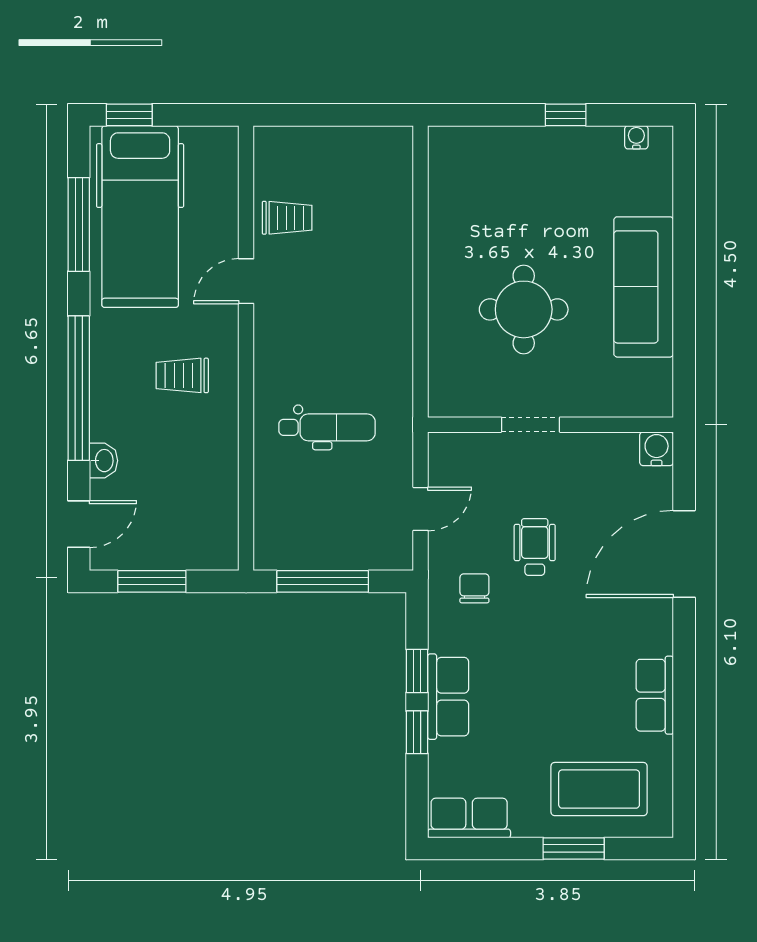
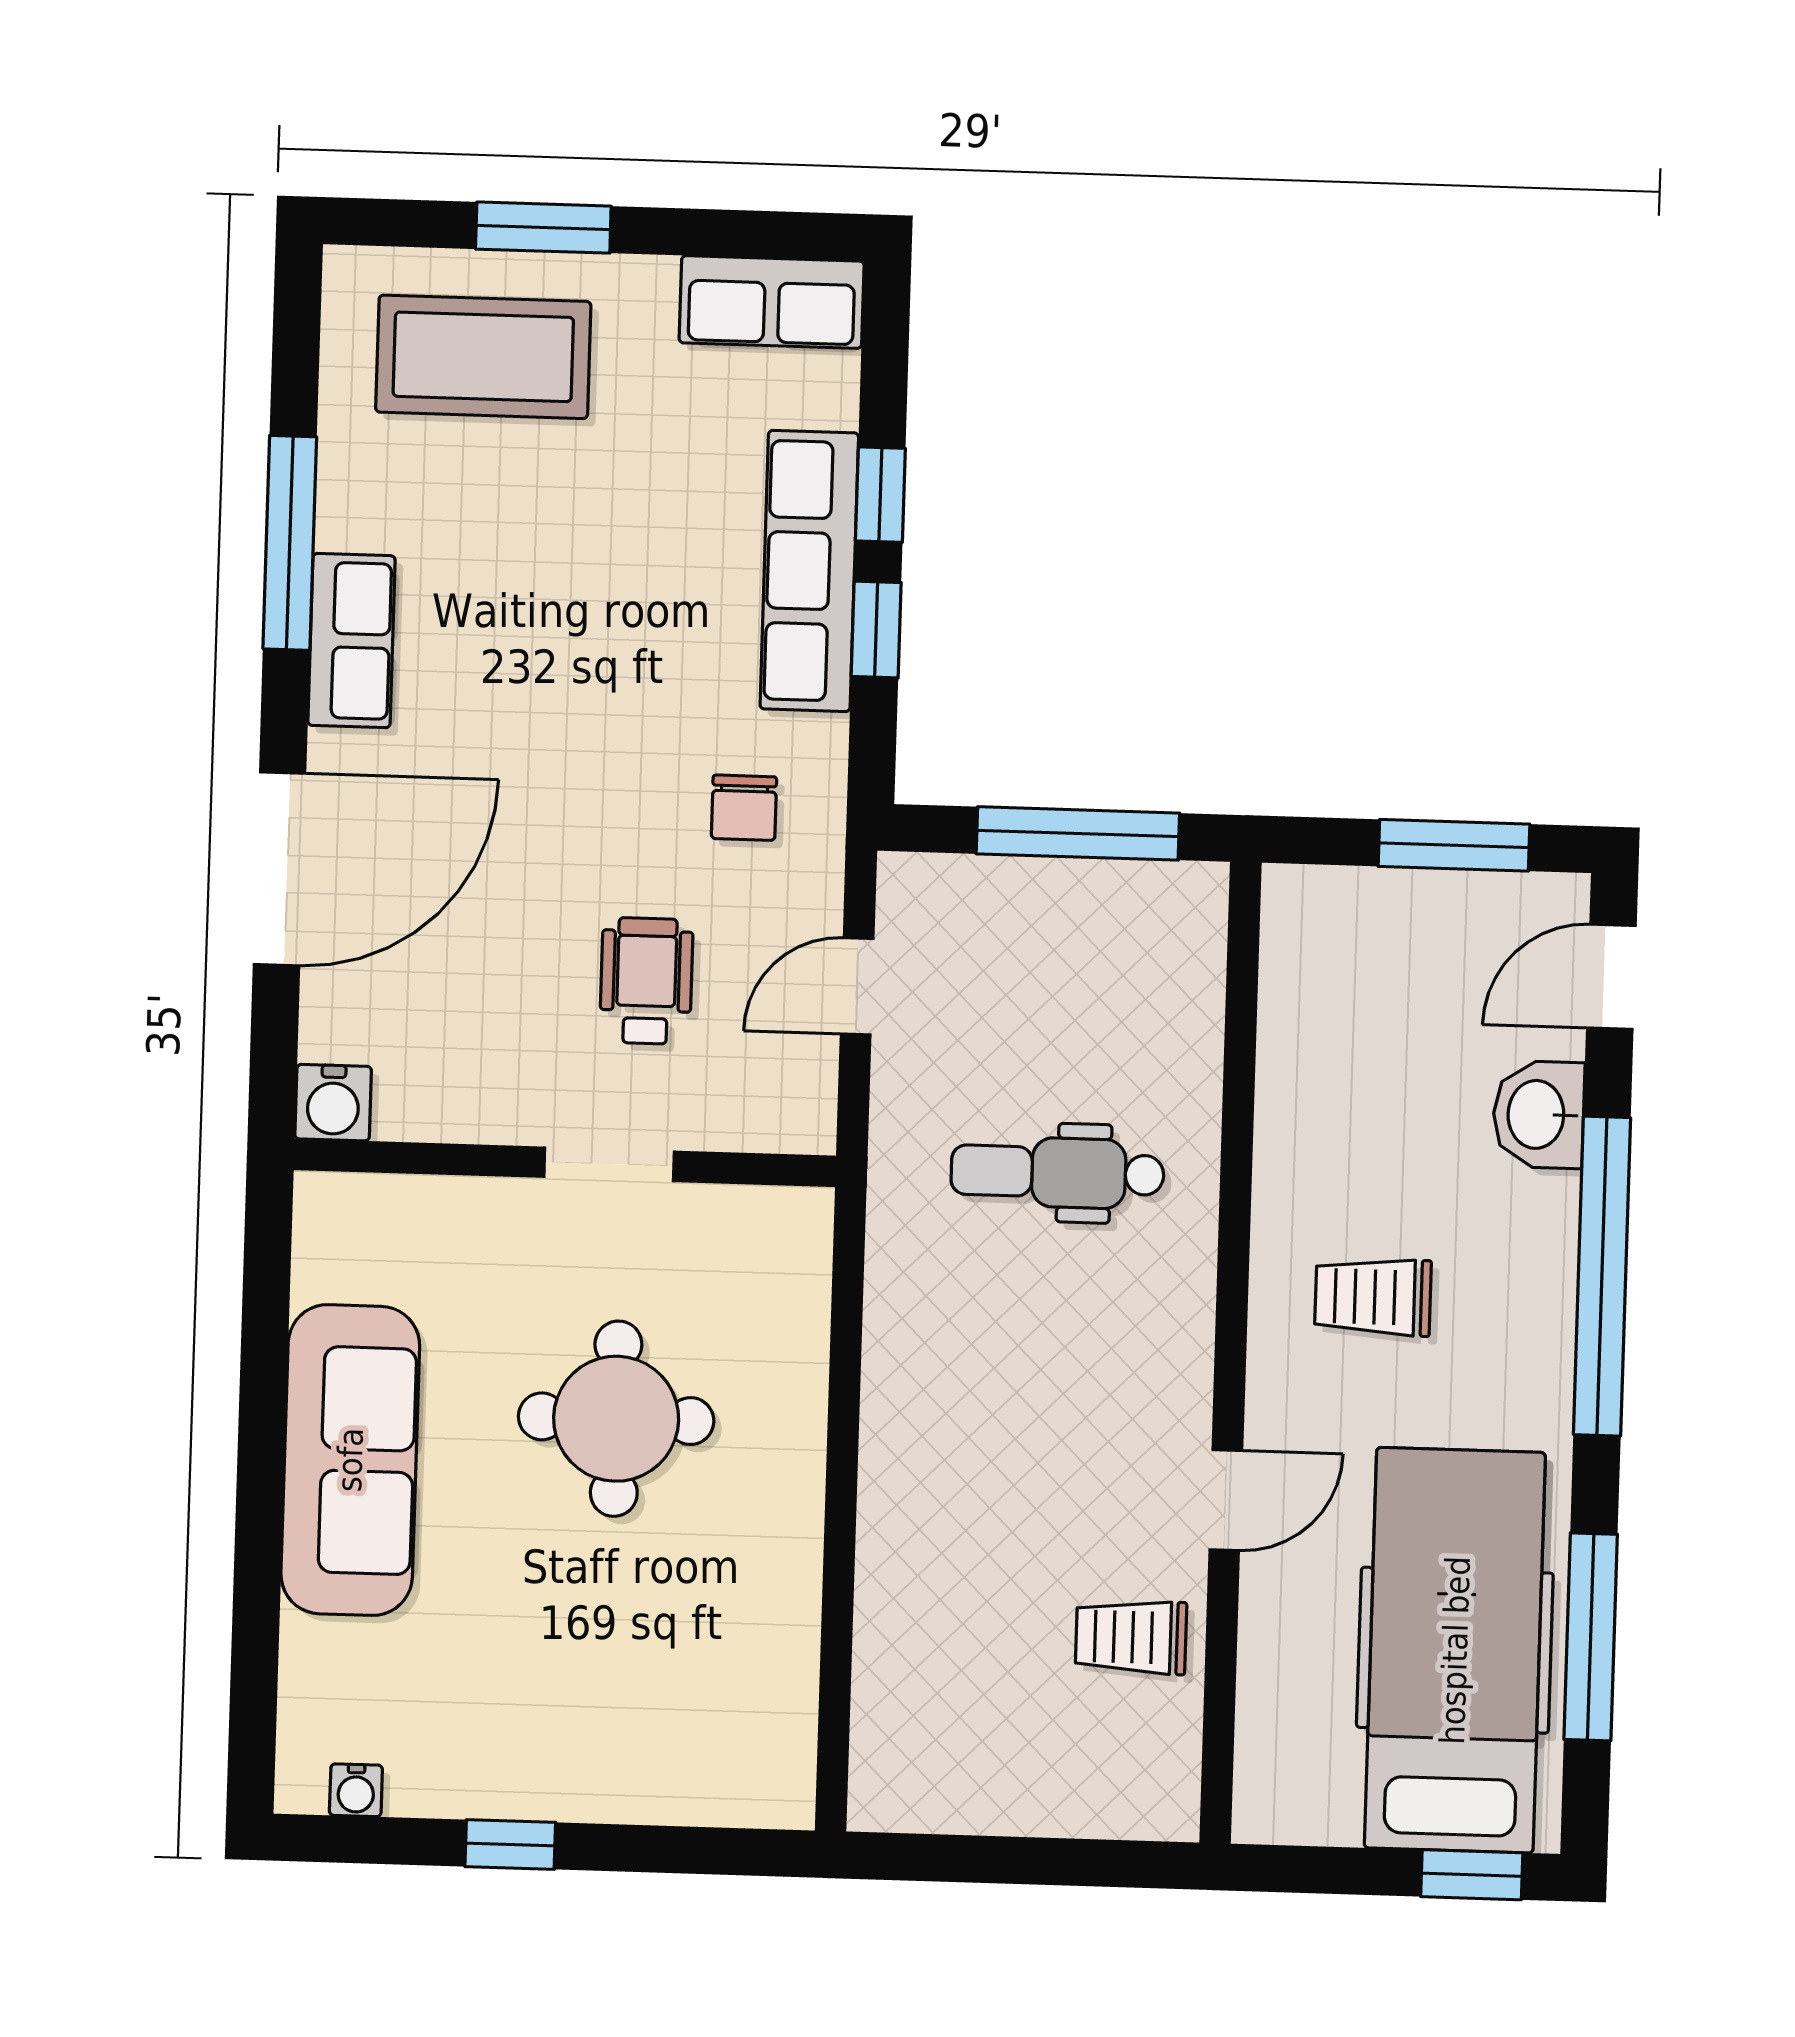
trolley: (182, 375) -> (1373, 1297), turned 180
washbasin: (103, 461) -> (1539, 1115), width x1.38, depth x1.45
wheelchair: (535, 547) -> (646, 981), moved, turned 180
row of seats: (655, 695) -> (351, 641), moved
row of seats: (448, 697) -> (809, 571), width x1.48
window: (684, 702) -> (290, 543), added

